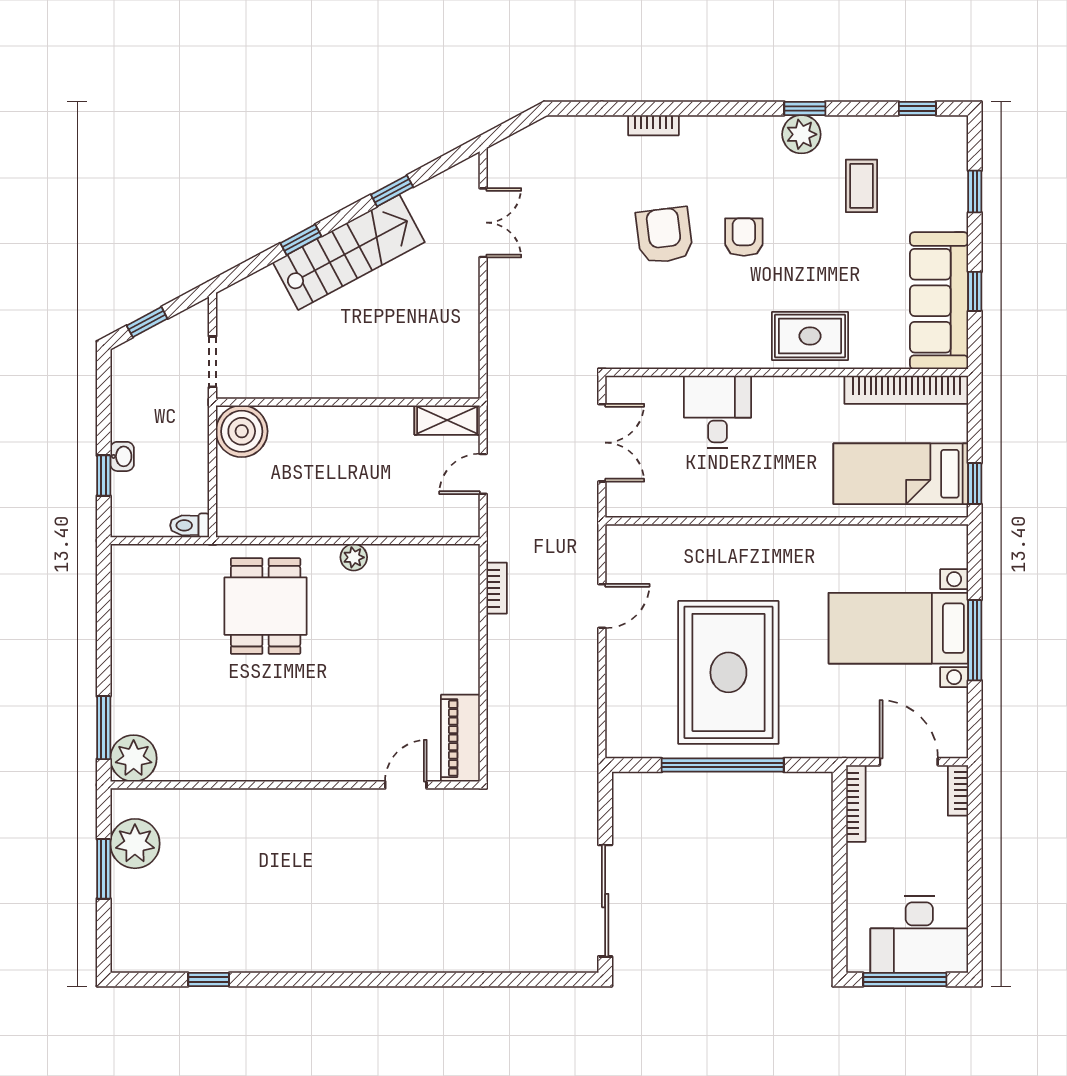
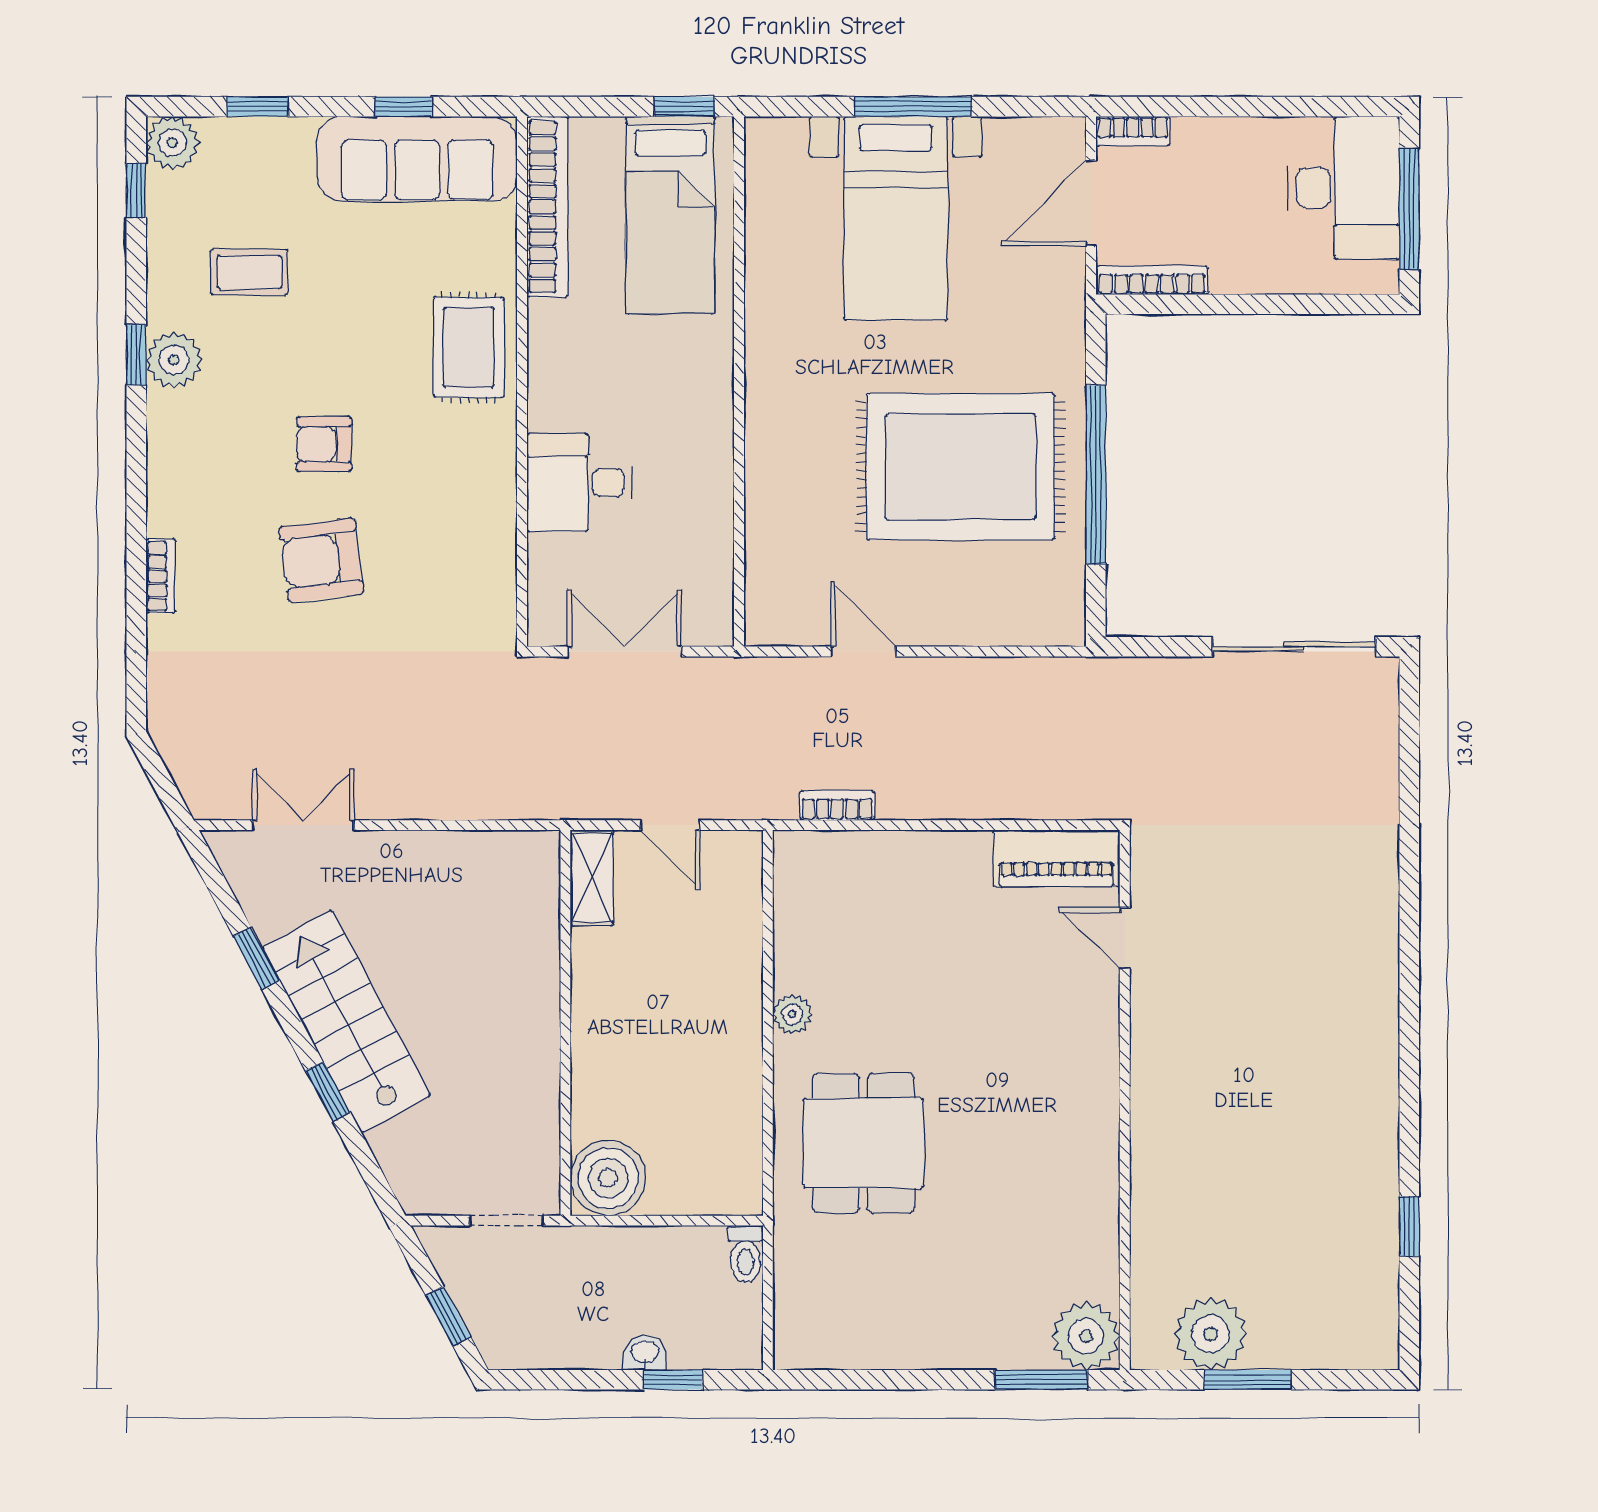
plant: (950, 133) -> (172, 143), added
dining table: (266, 606) -> (863, 1143), turned 90

